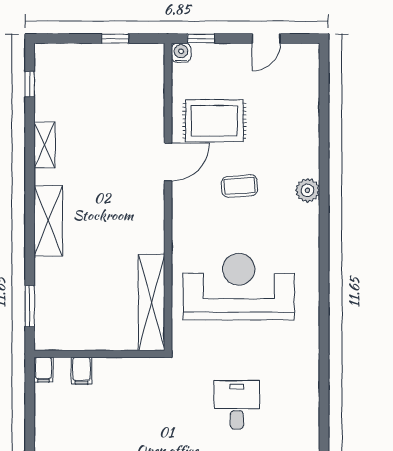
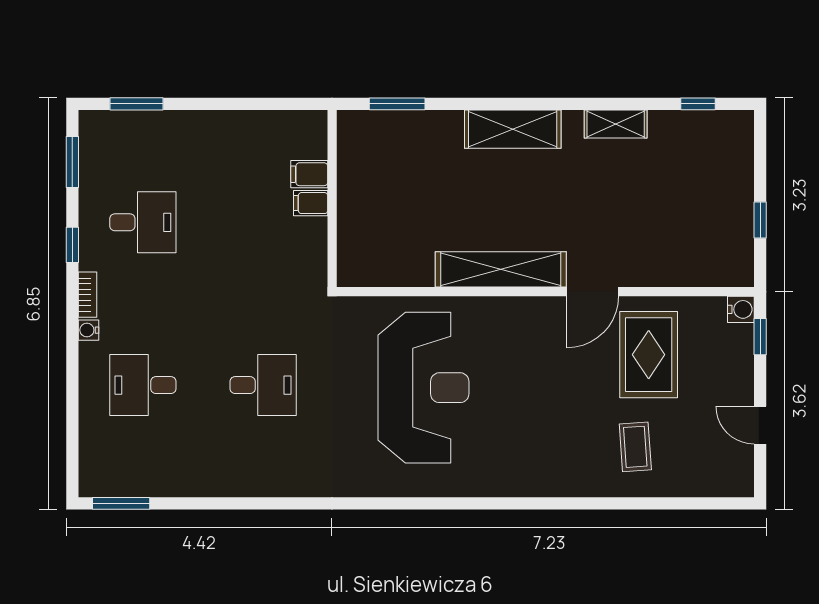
door: (168, 162) -> (593, 292), hinge flipped
coffee table: (240, 186) -> (635, 447), moved
plant: (307, 190) -> (554, 481), removed
shelving: (152, 302) -> (501, 269), moved
filing cabinet: (43, 370) -> (311, 203), moved

